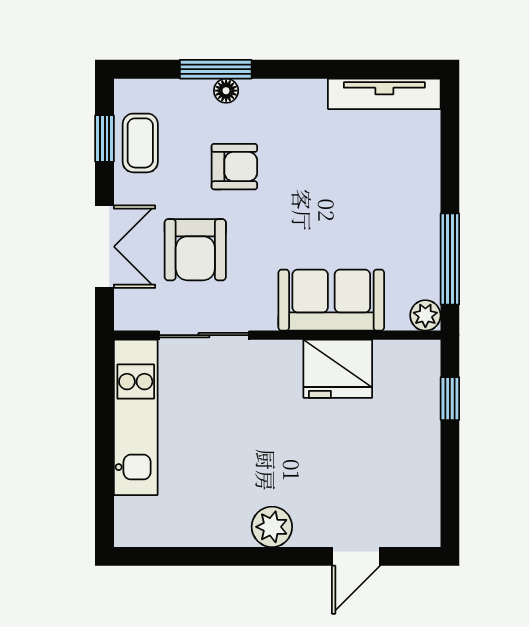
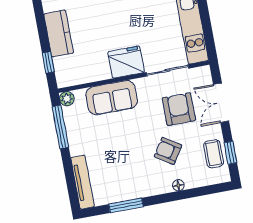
window: (216, 69) -> (126, 205), moved
tv unit: (384, 94) -> (82, 182), moved, turned 90
armchair: (234, 167) -> (168, 151), turned 33
fridge: (338, 369) -> (126, 62), moved
kitchen counter: (417, 455) -> (59, 33), added

